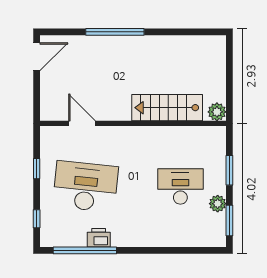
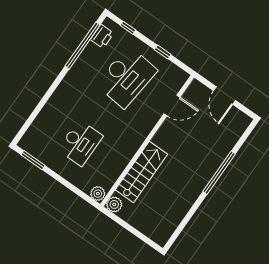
door: (37, 57) -> (224, 95), moved
window: (229, 170) -> (68, 185), removed
plant: (218, 204) -> (98, 194), moved
printer: (99, 238) -> (102, 36), moved

